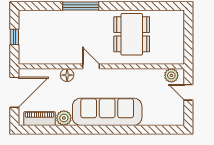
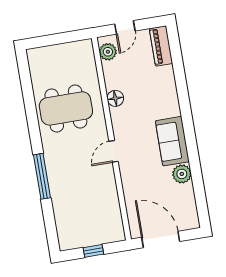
floor lamp: (67, 75) -> (115, 98), moved
sofa: (107, 112) -> (172, 141), width x0.54, depth x0.79
piano: (40, 119) -> (161, 46), moved

